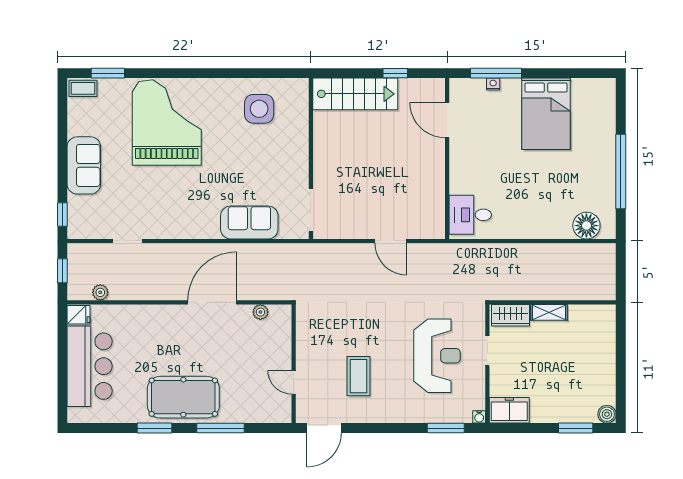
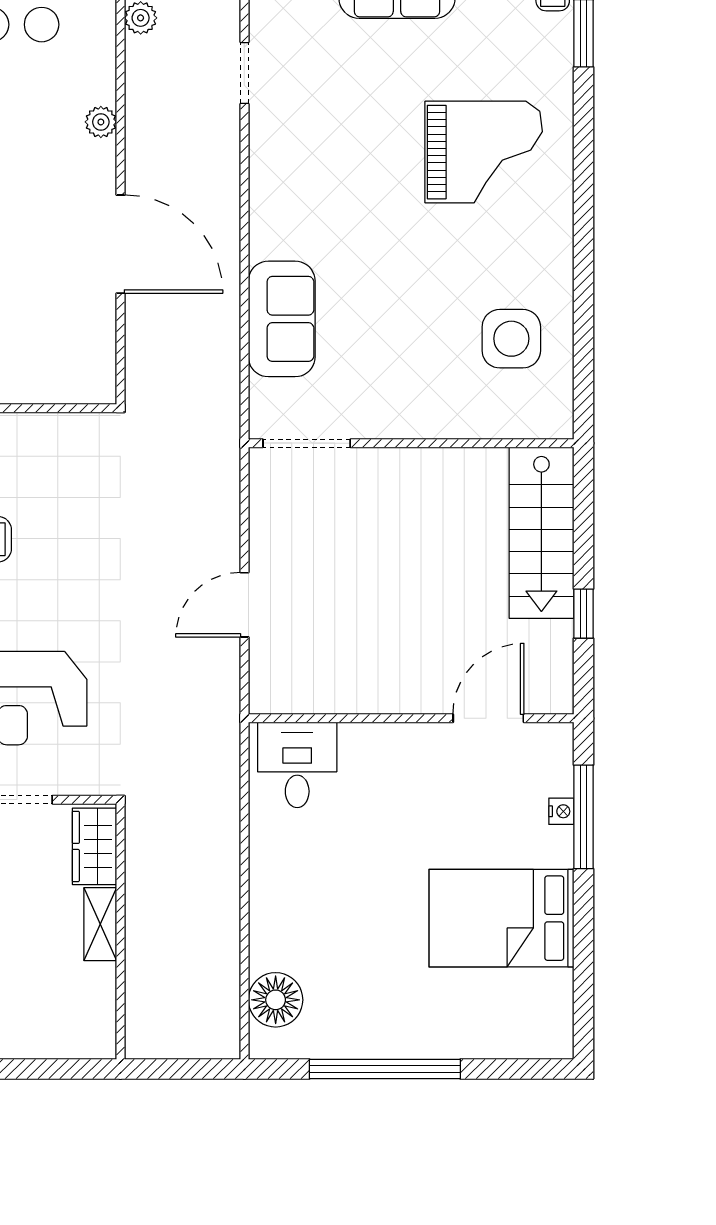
grand piano: (167, 123) -> (484, 152), width x0.73, depth x0.68
plant: (260, 312) -> (101, 122), moved

